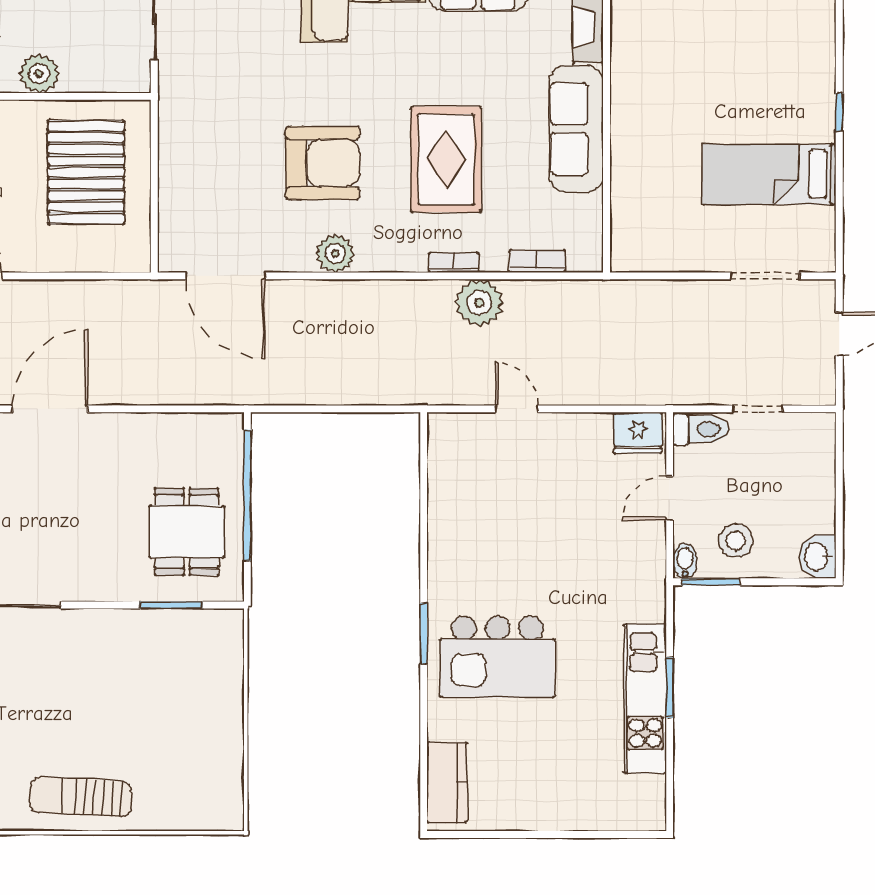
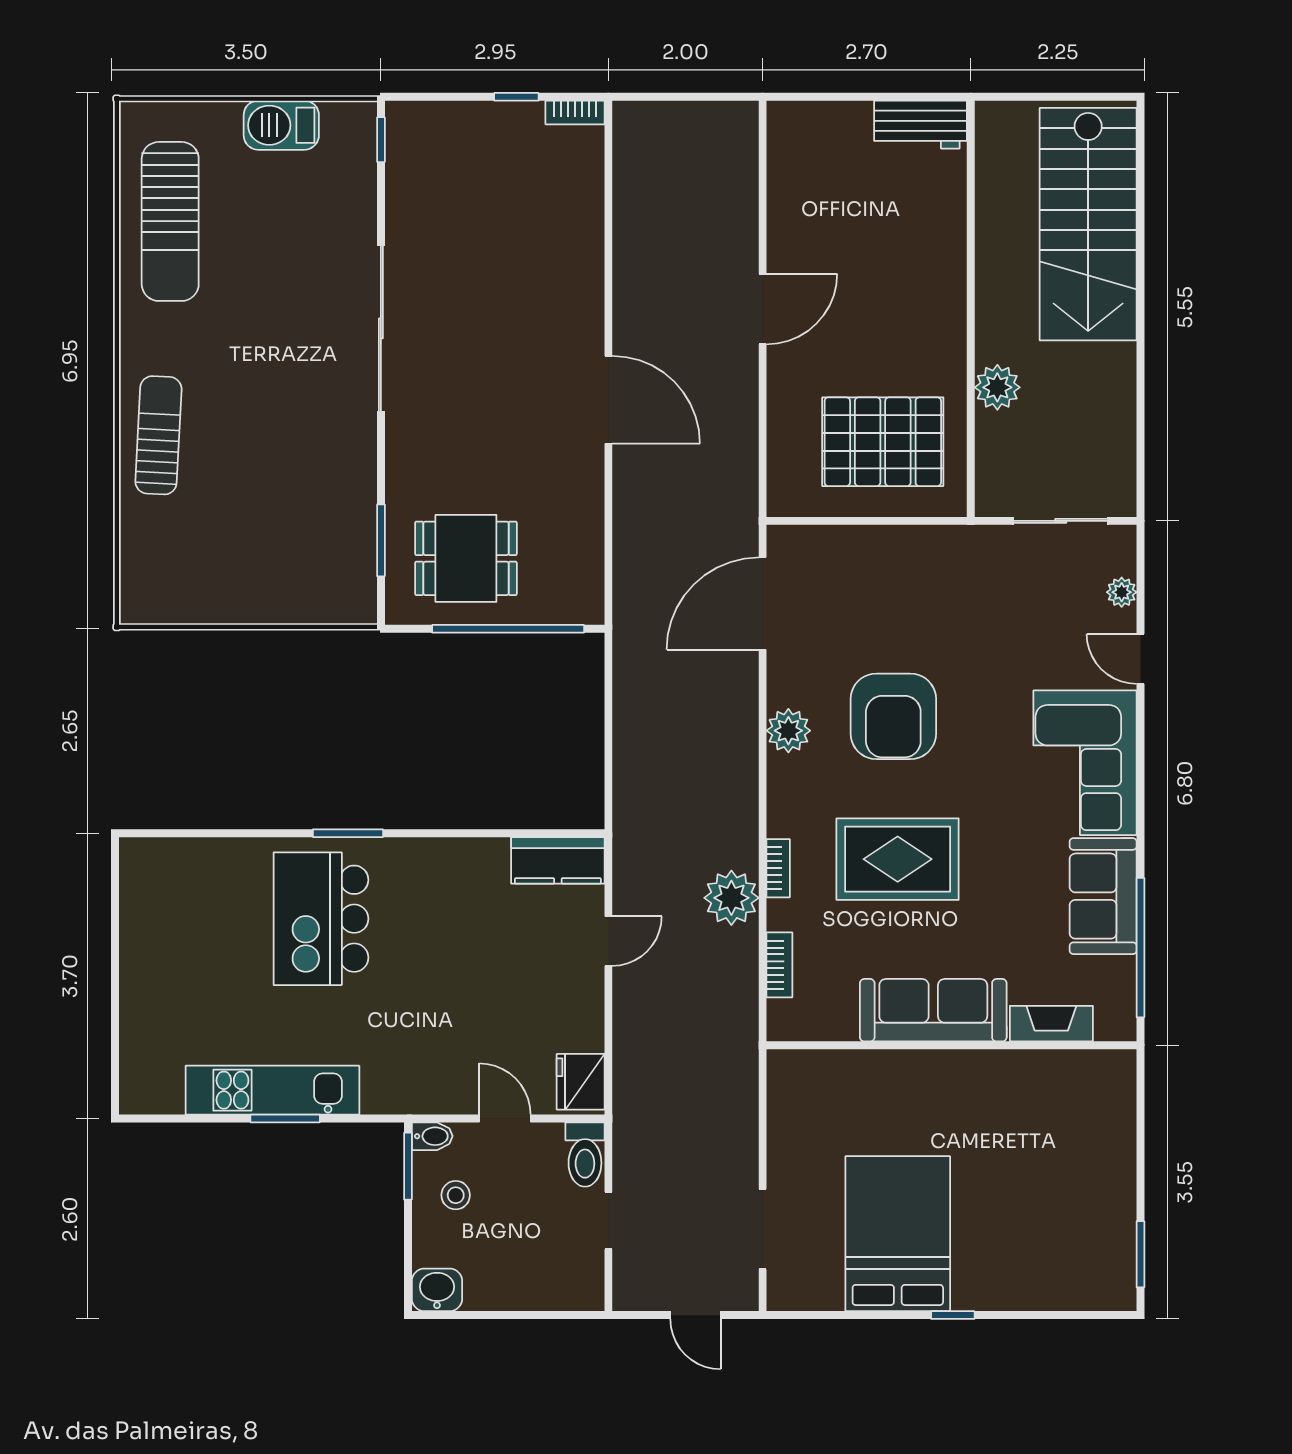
bed: (769, 174) -> (898, 1234), width x1.50
stool: (736, 541) -> (456, 1195), width x0.73, depth x0.73
kitchen counter: (447, 782) -> (558, 860), moved

